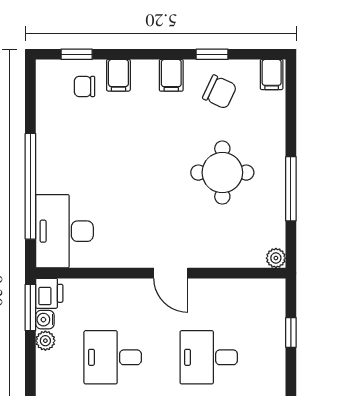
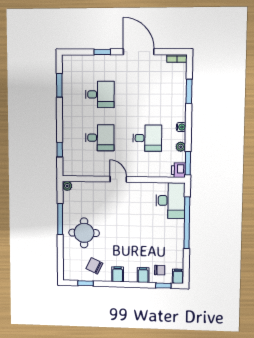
window: (212, 54) -> (86, 283), moved
filing cabinet: (272, 75) -> (178, 276), moved
round table: (222, 173) -> (84, 233), moved
water cooler: (45, 320) -> (181, 127), moved

